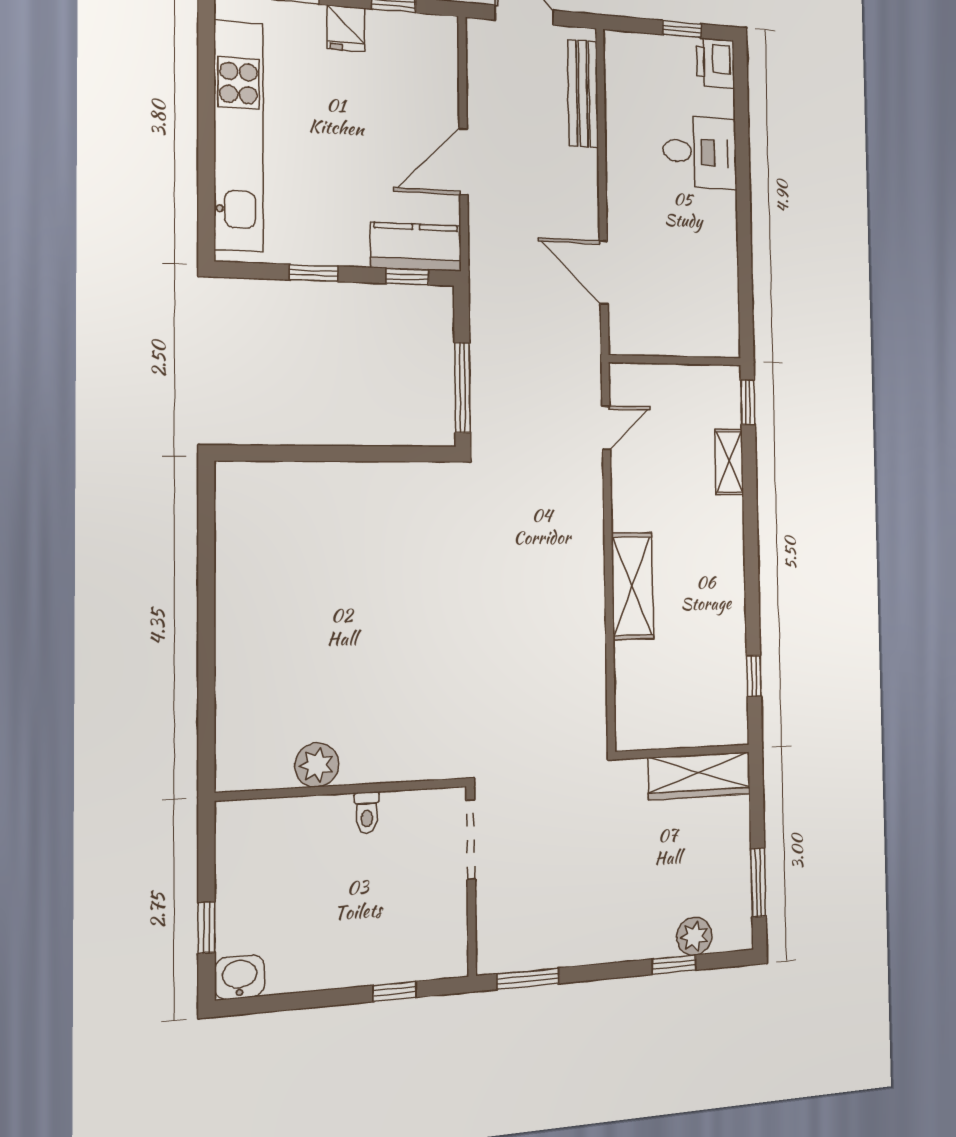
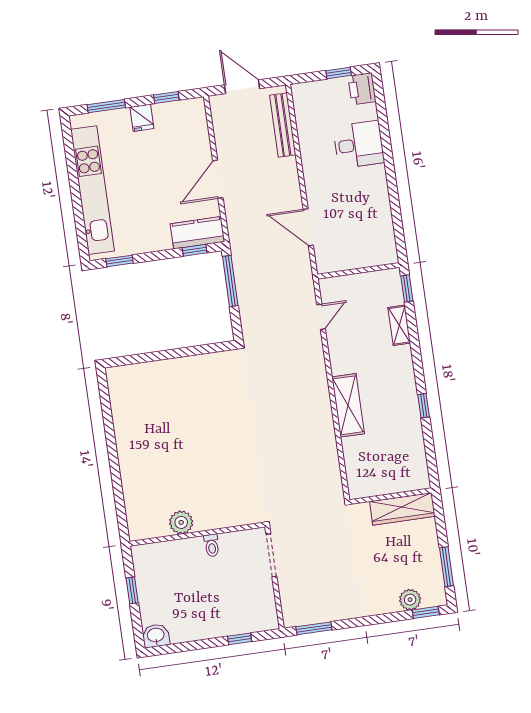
window: (314, 273) -> (120, 261), moved
window: (462, 388) -> (230, 281), moved
window: (754, 676) -> (424, 406), moved
window: (206, 927) -> (132, 590), moved
window: (674, 965) -> (426, 612), moved

